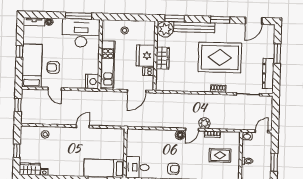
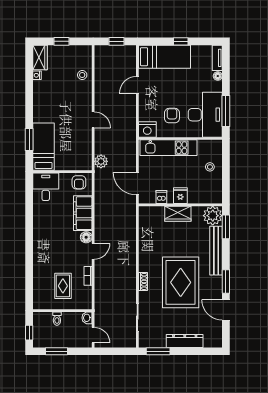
door: (254, 21) -> (226, 310), moved
window: (277, 54) -> (158, 351), moved
fridge: (145, 56) -> (180, 196), width x0.53, depth x0.75
armchair: (53, 67) -> (172, 116), moved
dresser: (268, 74) -> (185, 341), moved
plant: (204, 123) -> (101, 161), moved
door: (192, 129) -> (93, 251), swing flipped
filing cabinet: (160, 137) -> (83, 213), added
armchair: (173, 169) -> (79, 182), moved

